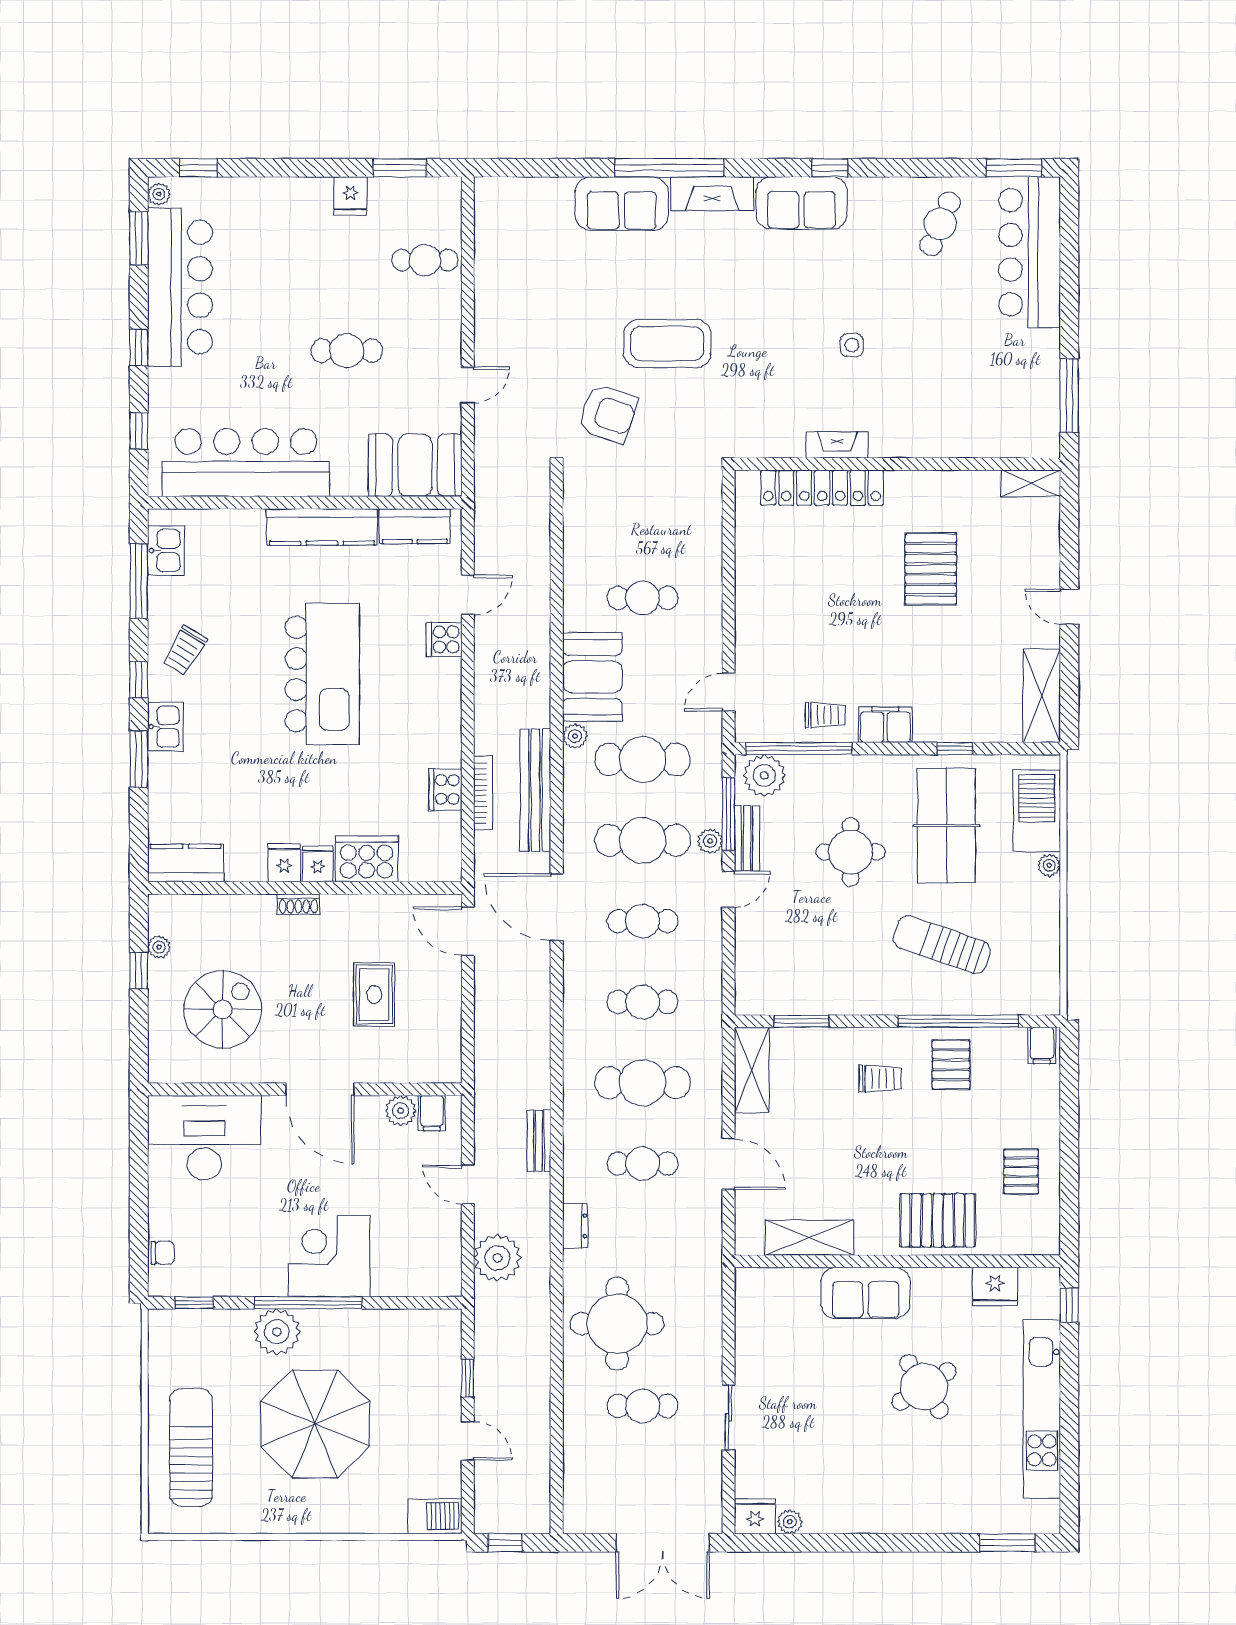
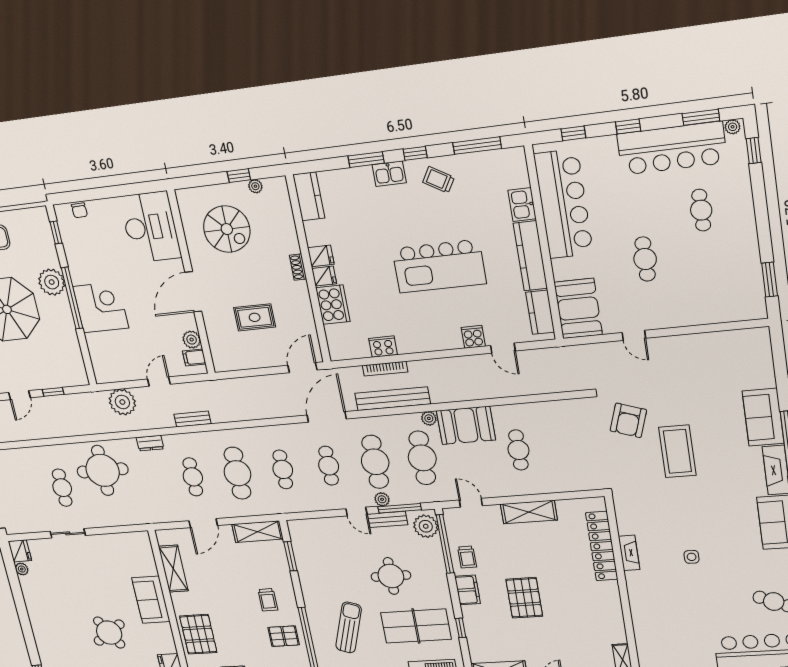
fridge: (350, 196) -> (747, 250), removed
cafe table: (425, 260) -> (701, 210), moved
kitchen sink: (166, 551) -> (522, 204), moved, turned 90
pallet: (931, 569) -> (524, 598), moved, turned 90
shelving: (752, 598) -> (529, 512), added

